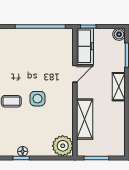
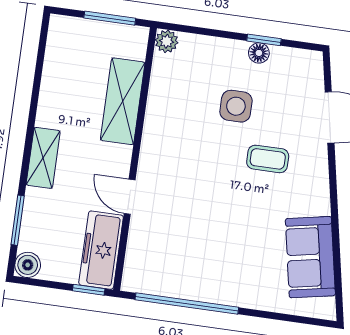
door: (75, 74) -> (130, 197), hinge flipped
side table: (37, 99) -> (236, 106), moved
plant: (63, 146) -> (167, 41), width x0.53, depth x0.53

